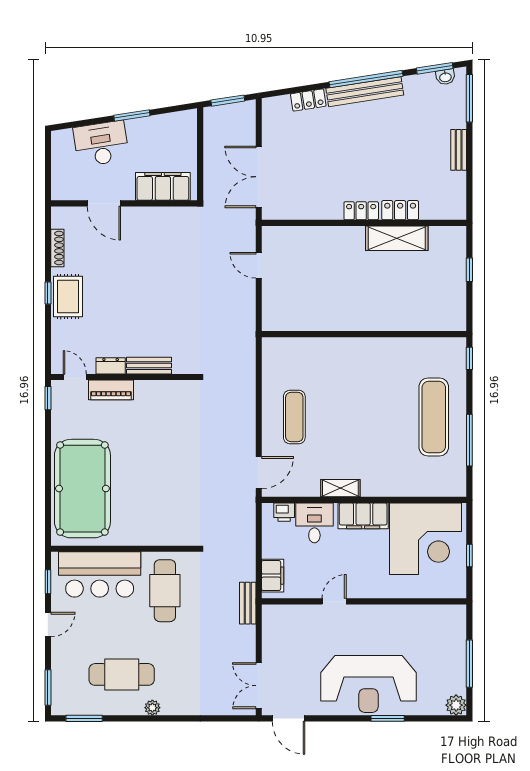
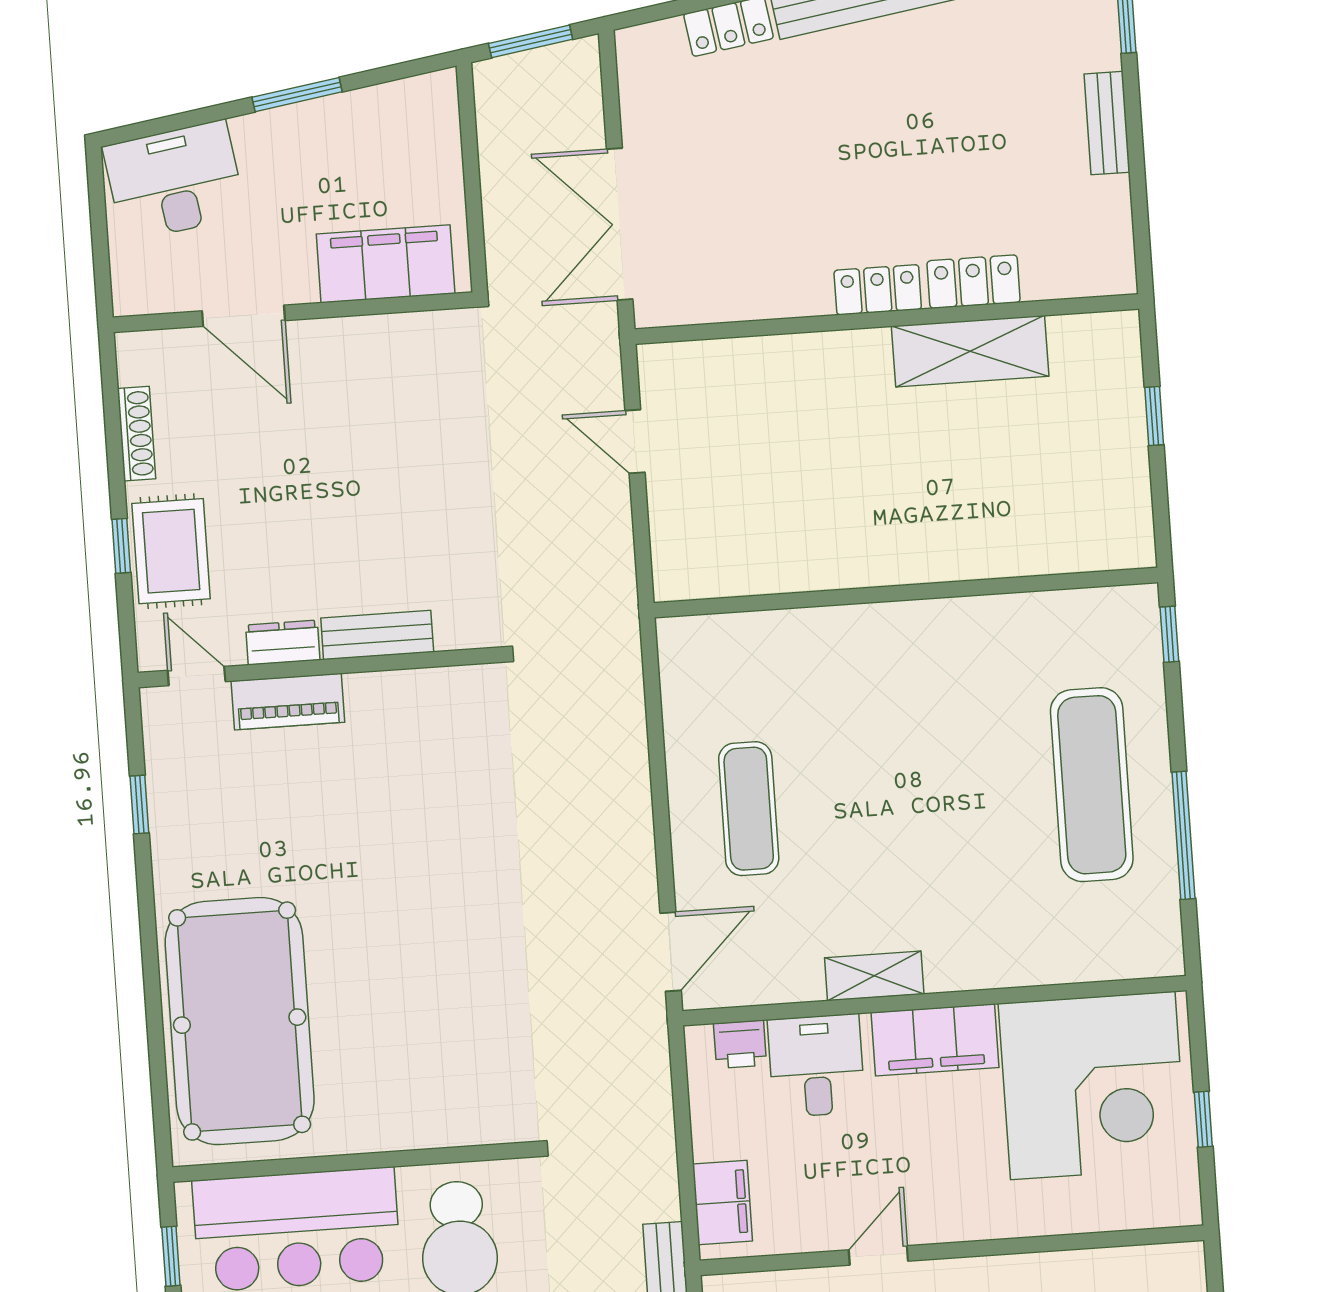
desk: (101, 144) -> (175, 181), moved
dresser: (111, 366) -> (283, 643), moved
bench: (149, 366) -> (377, 635), moved
door: (75, 377) -> (197, 676), moved
wall: (124, 377) -> (318, 668), moved
piano: (111, 390) -> (288, 702), moved

